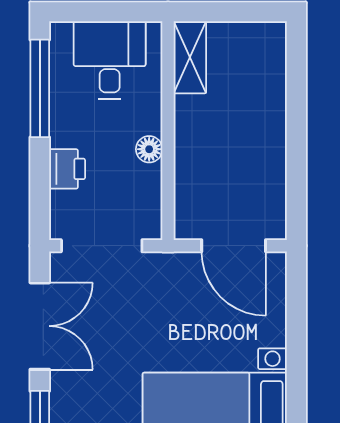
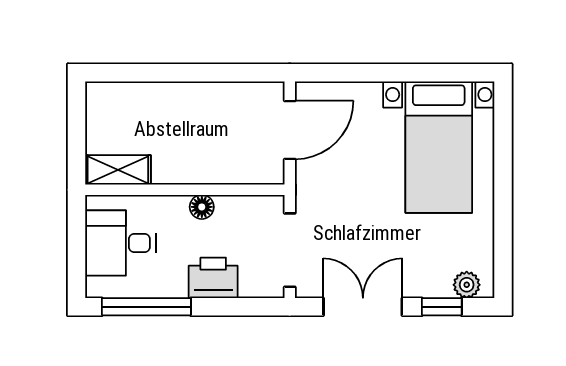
printer: (67, 169) -> (213, 278), width x1.36, depth x1.24

